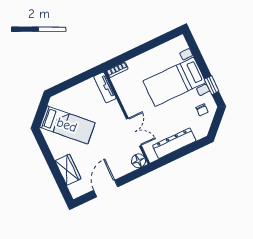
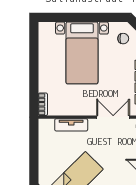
window: (212, 85) -> (103, 17), removed
tv unit: (105, 87) -> (71, 125), moved

